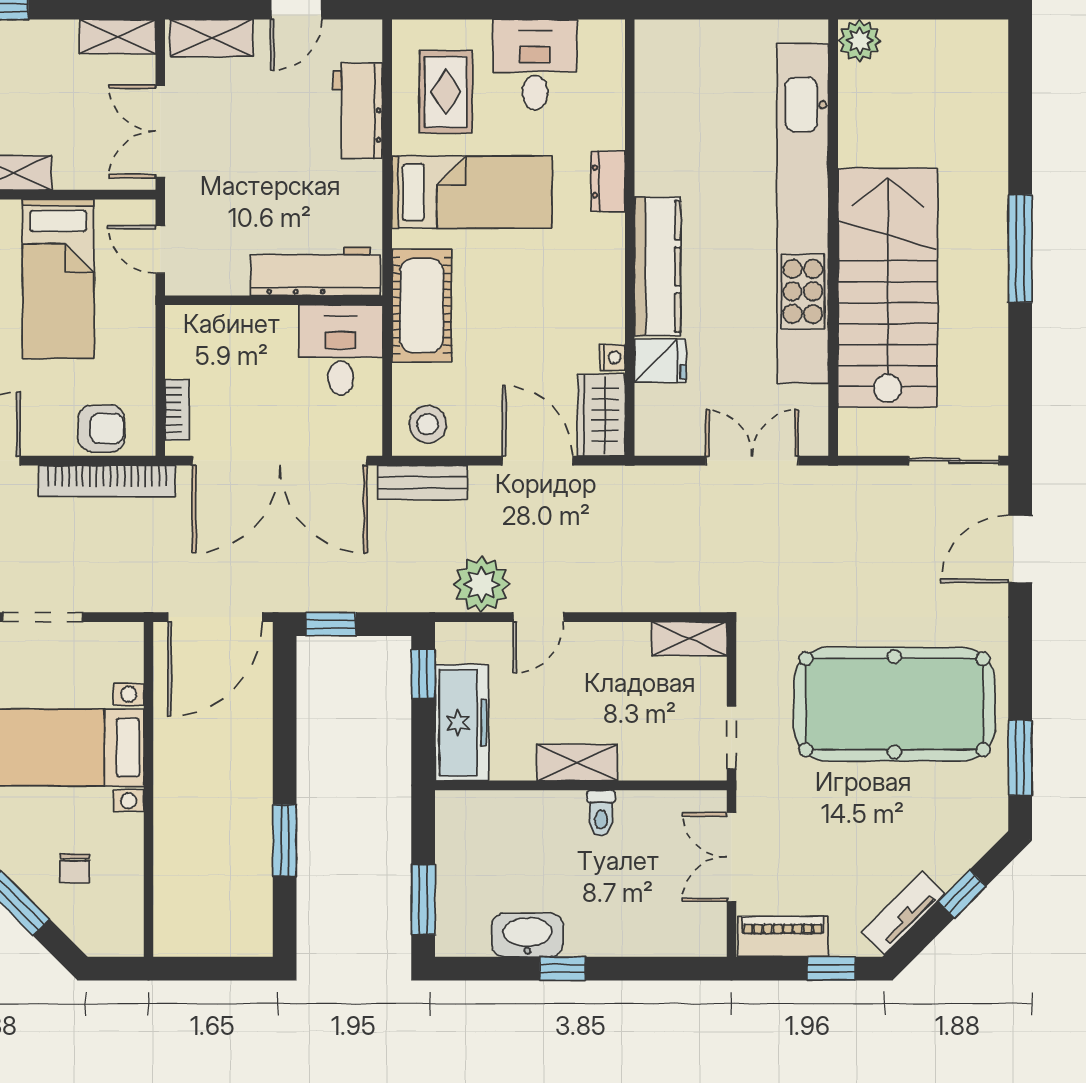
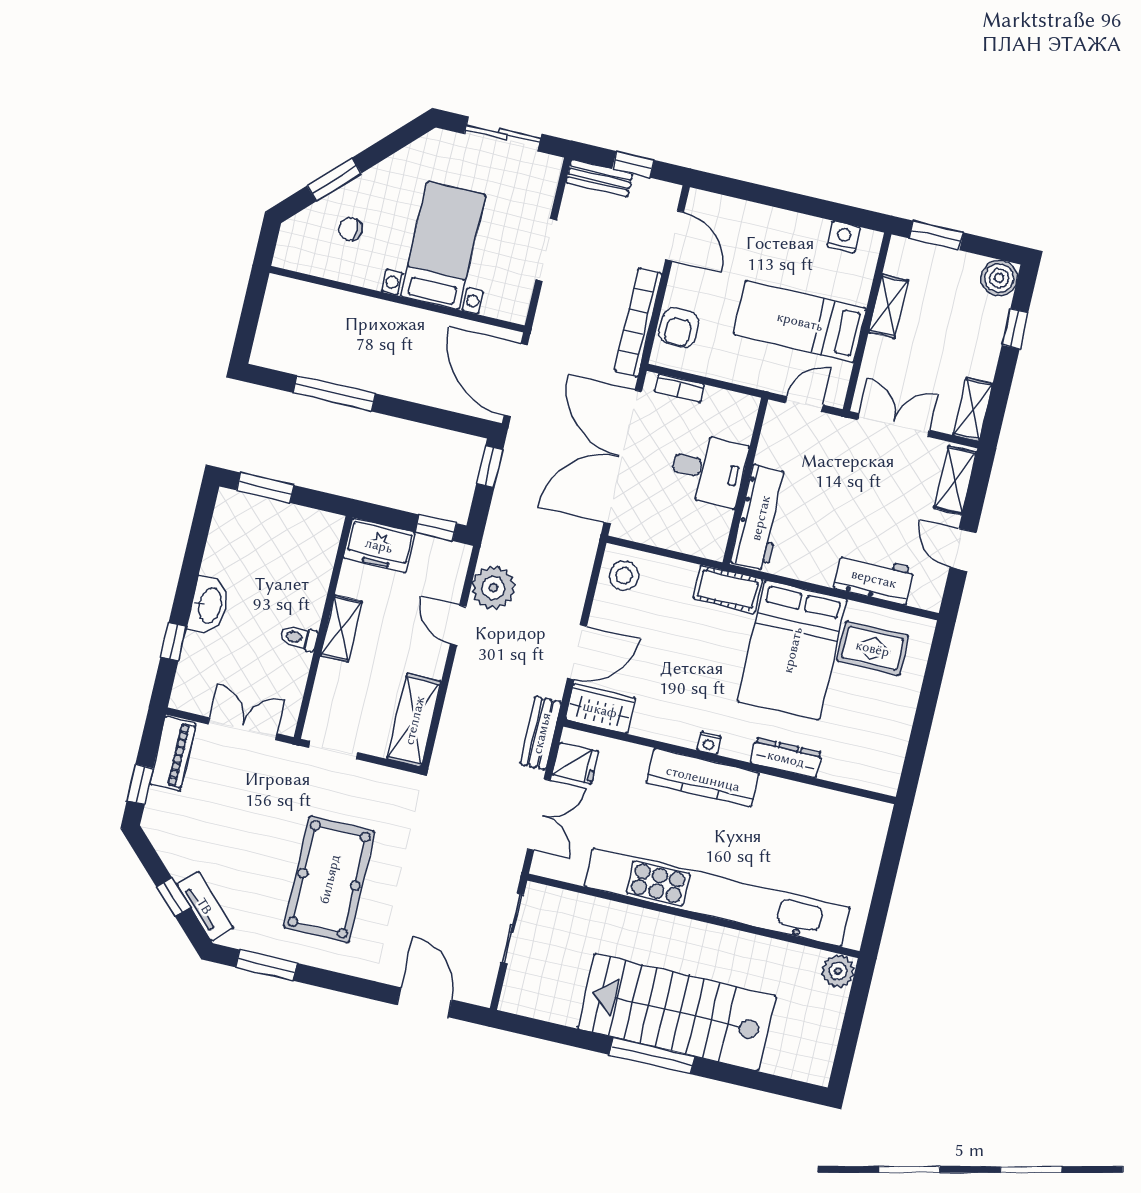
desk: (535, 65) -> (877, 721), removed
dresser: (608, 181) -> (786, 758), width x1.44
bed: (472, 192) -> (792, 650), width x1.50
stairs: (888, 288) -> (676, 1012), moved, turned 180
cot: (422, 306) -> (728, 589), width x0.73, depth x0.75
desk: (341, 350) -> (708, 470), moved
nightstand: (613, 358) -> (709, 743), moved
fridge: (660, 361) -> (575, 763), moved, turned -90
sliding door: (954, 461) -> (512, 928), moved
bench: (423, 483) -> (541, 733), moved
shelving: (689, 639) -> (414, 720), width x1.50, depth x1.33
pool table: (895, 704) -> (329, 879), width x0.73, depth x0.76
freezer: (462, 723) -> (379, 545), width x0.71
window: (285, 840) -> (334, 393), width x1.44
tv unit: (903, 913) -> (205, 906), moved
washbasin: (527, 935) -> (209, 605), moved
window: (563, 969) -> (174, 642), moved

